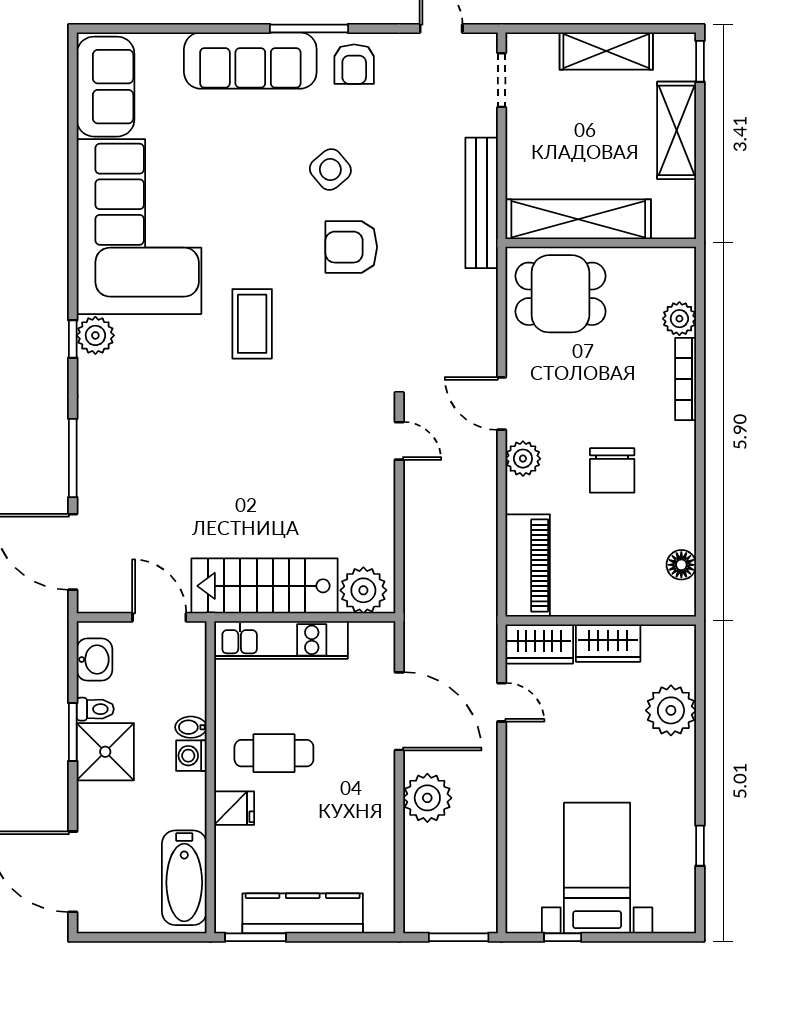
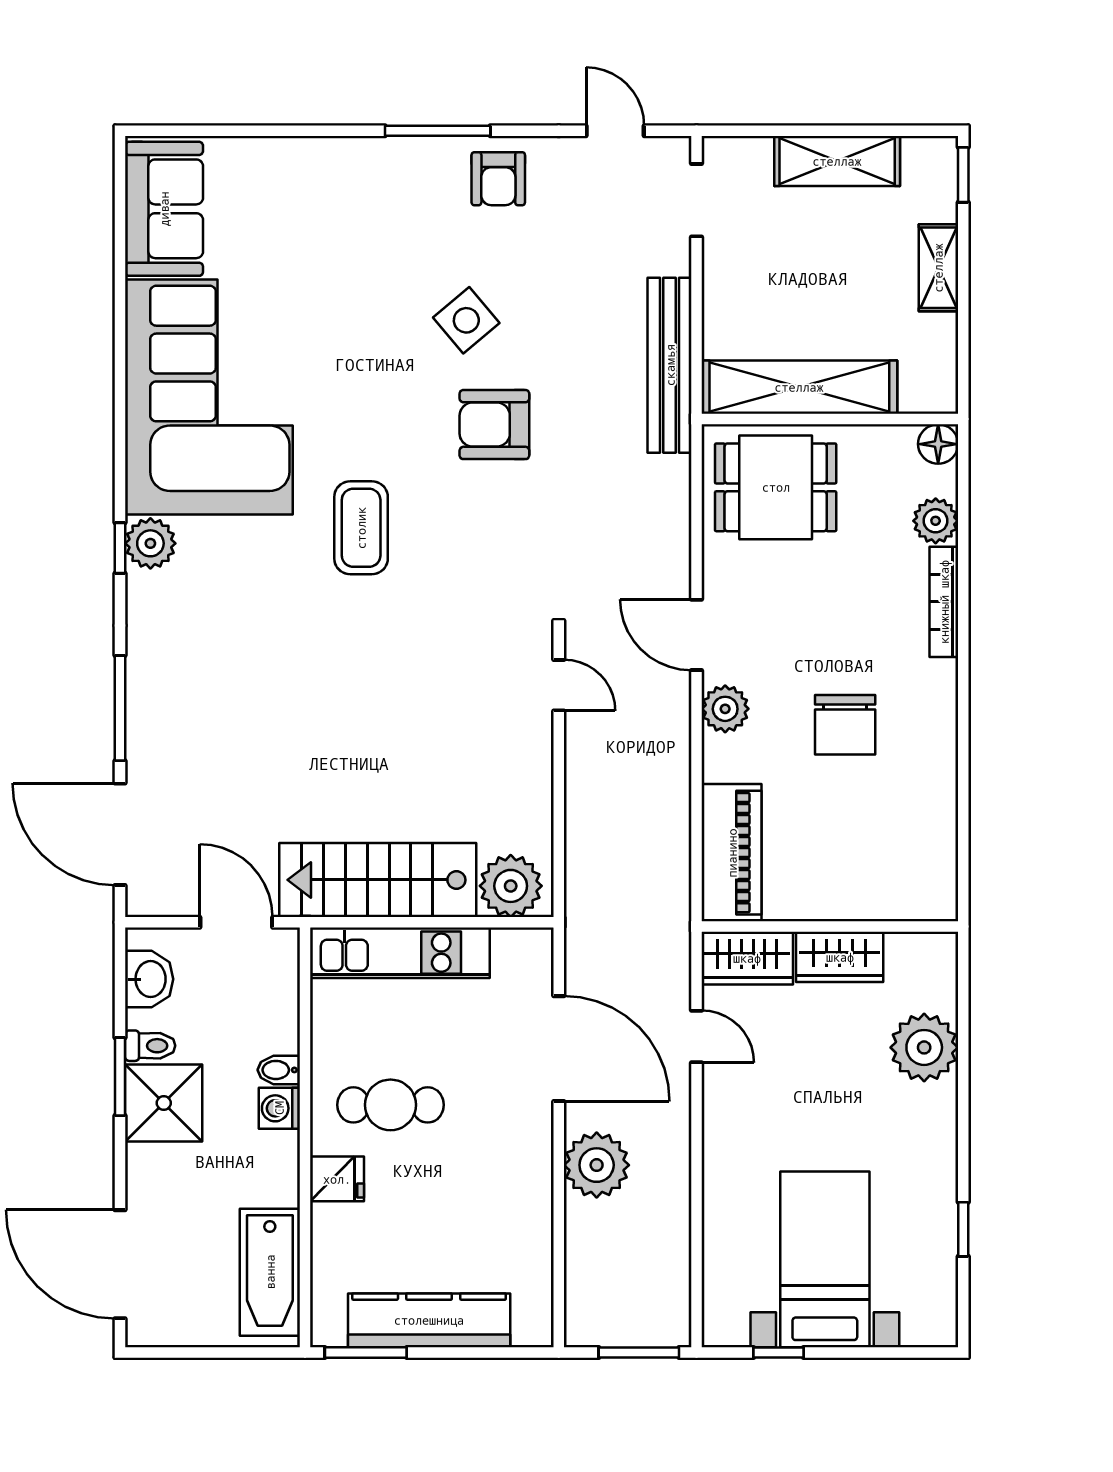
sofa: (250, 61) -> (359, 174), removed
shelving: (677, 130) -> (938, 268), width x0.67, depth x0.75
floor lamp: (681, 565) -> (938, 444), moved

